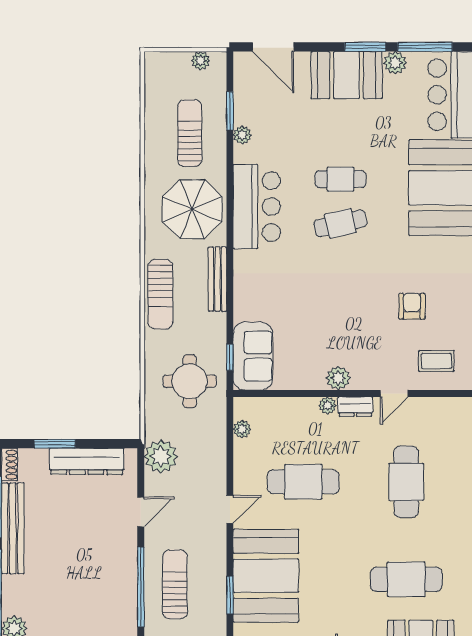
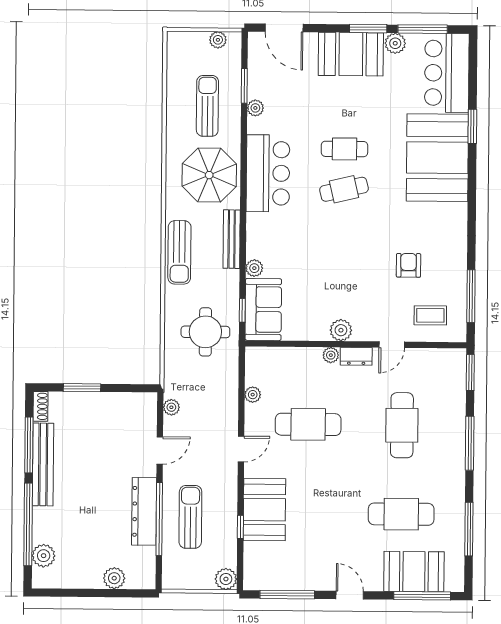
plant: (243, 311) -> (254, 268), added
plant: (242, 429) -> (253, 395), moved
plant: (161, 456) -> (171, 407), width x0.53, depth x0.53
dresser: (87, 461) -> (144, 511), moved, turned 90
booth: (266, 576) -> (264, 510), width x0.73, depth x0.70
window: (230, 595) -> (240, 527), width x0.67

